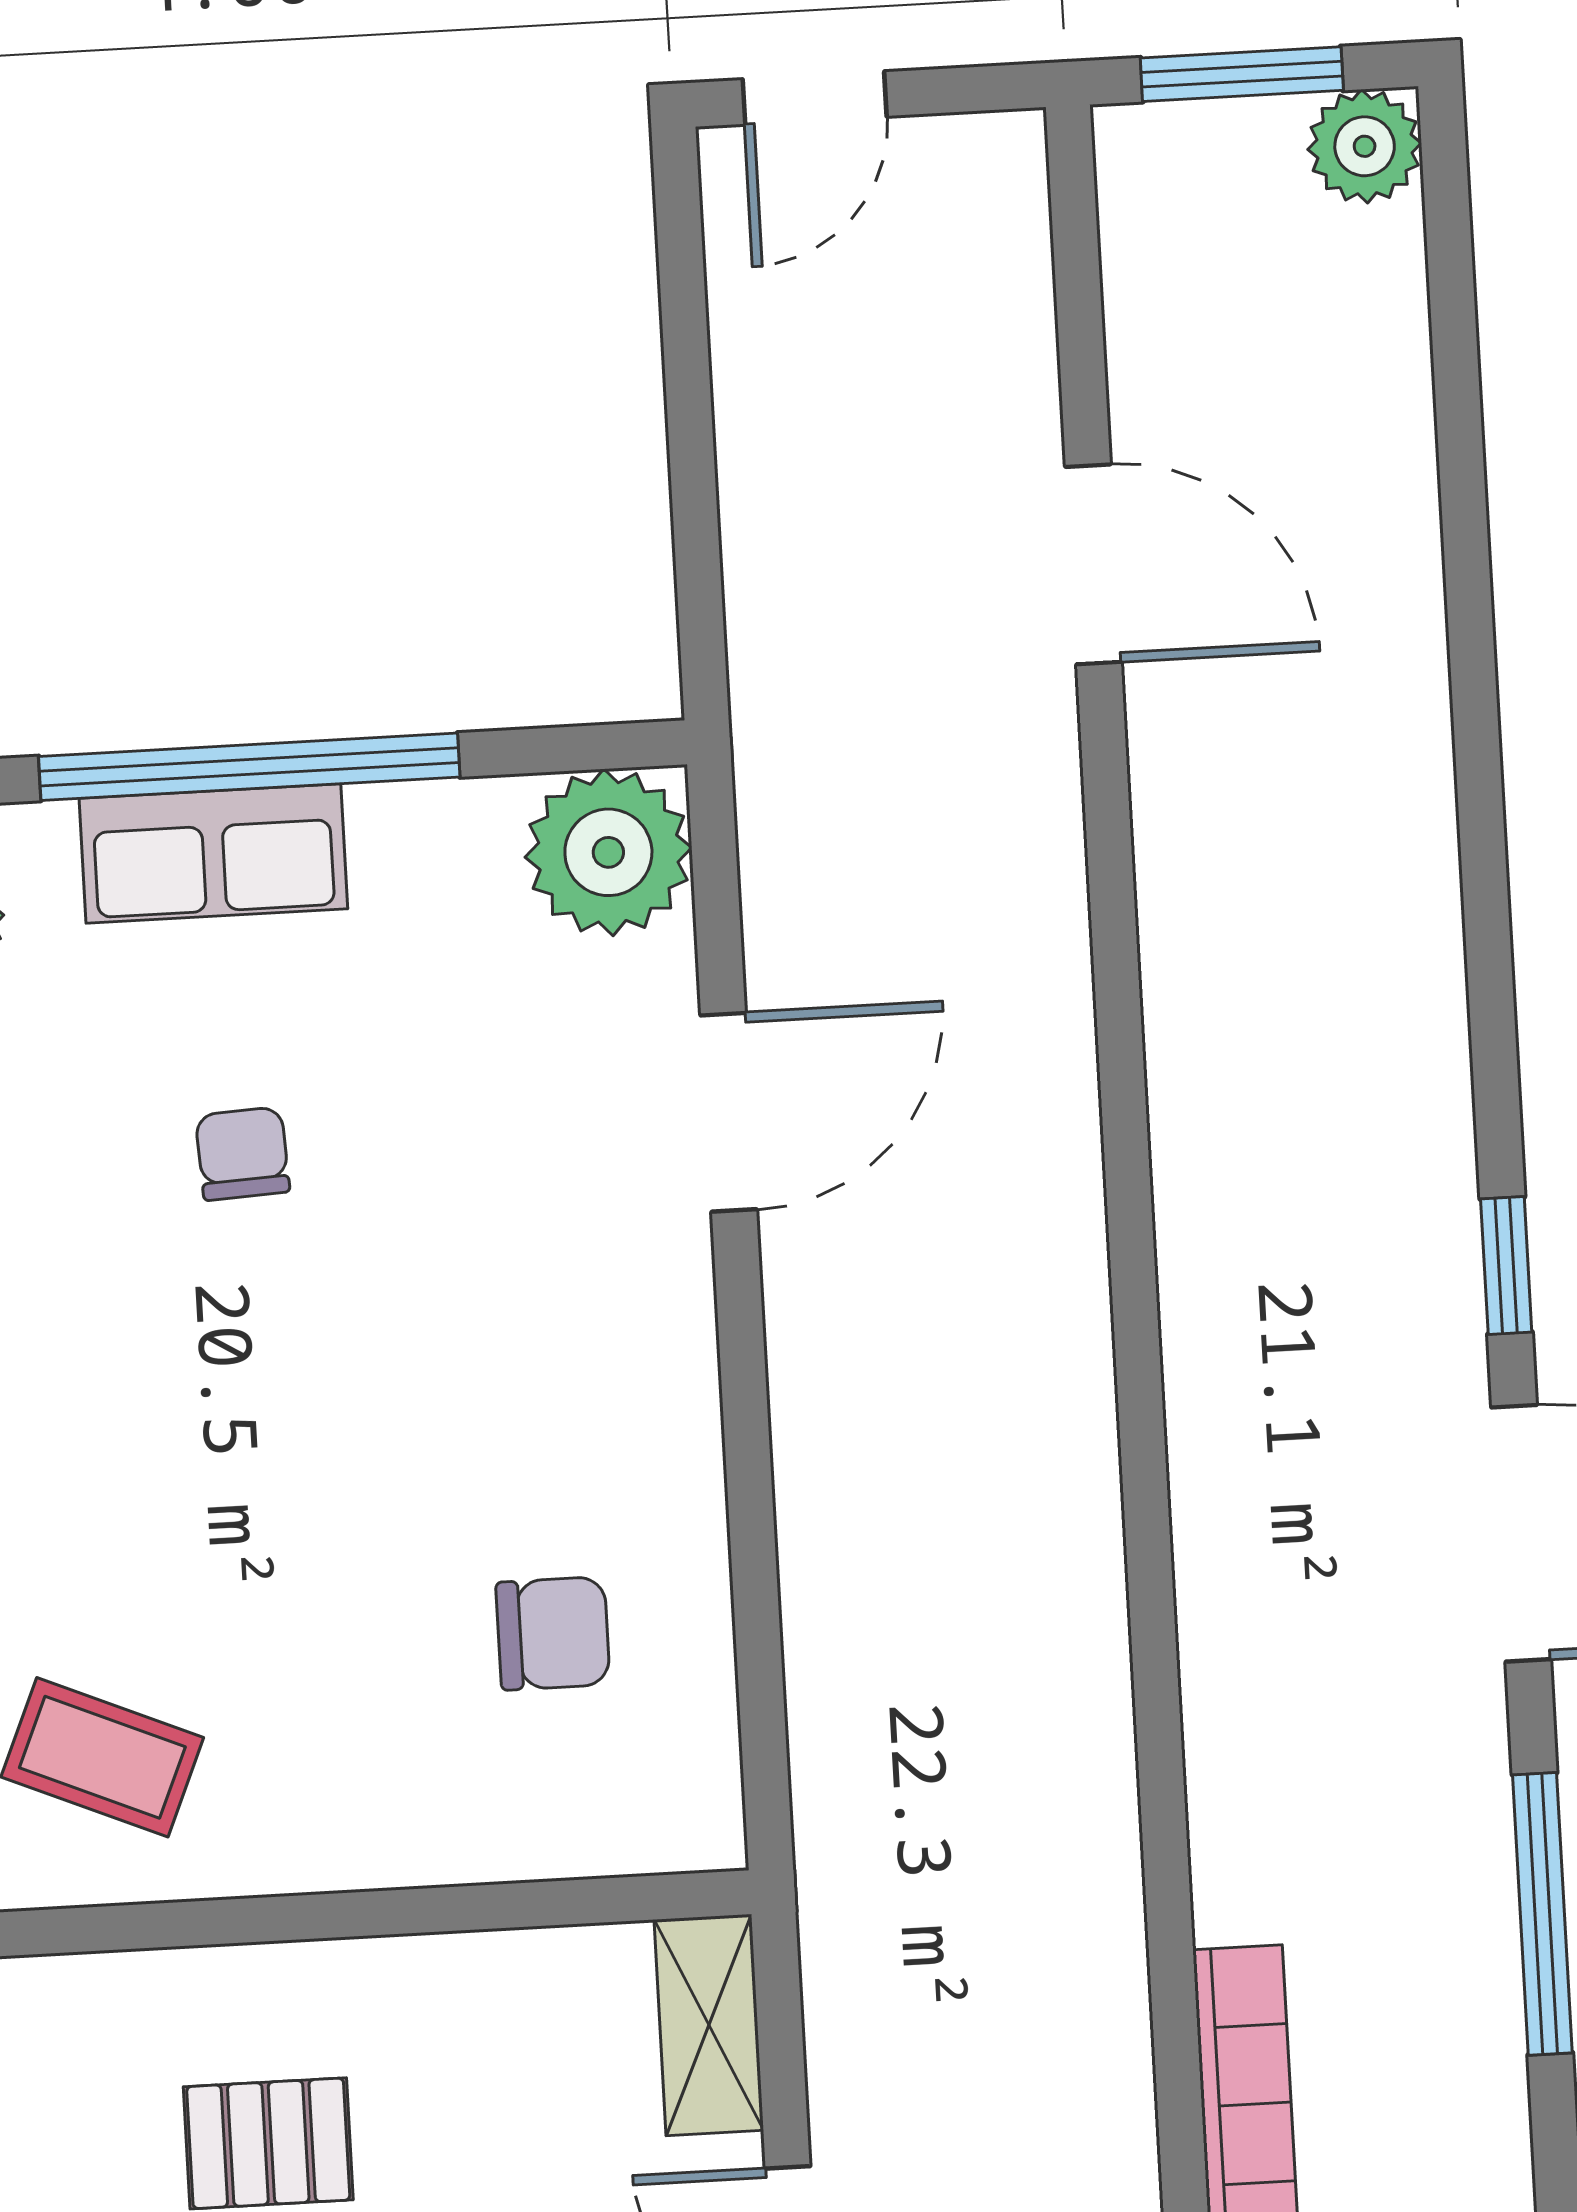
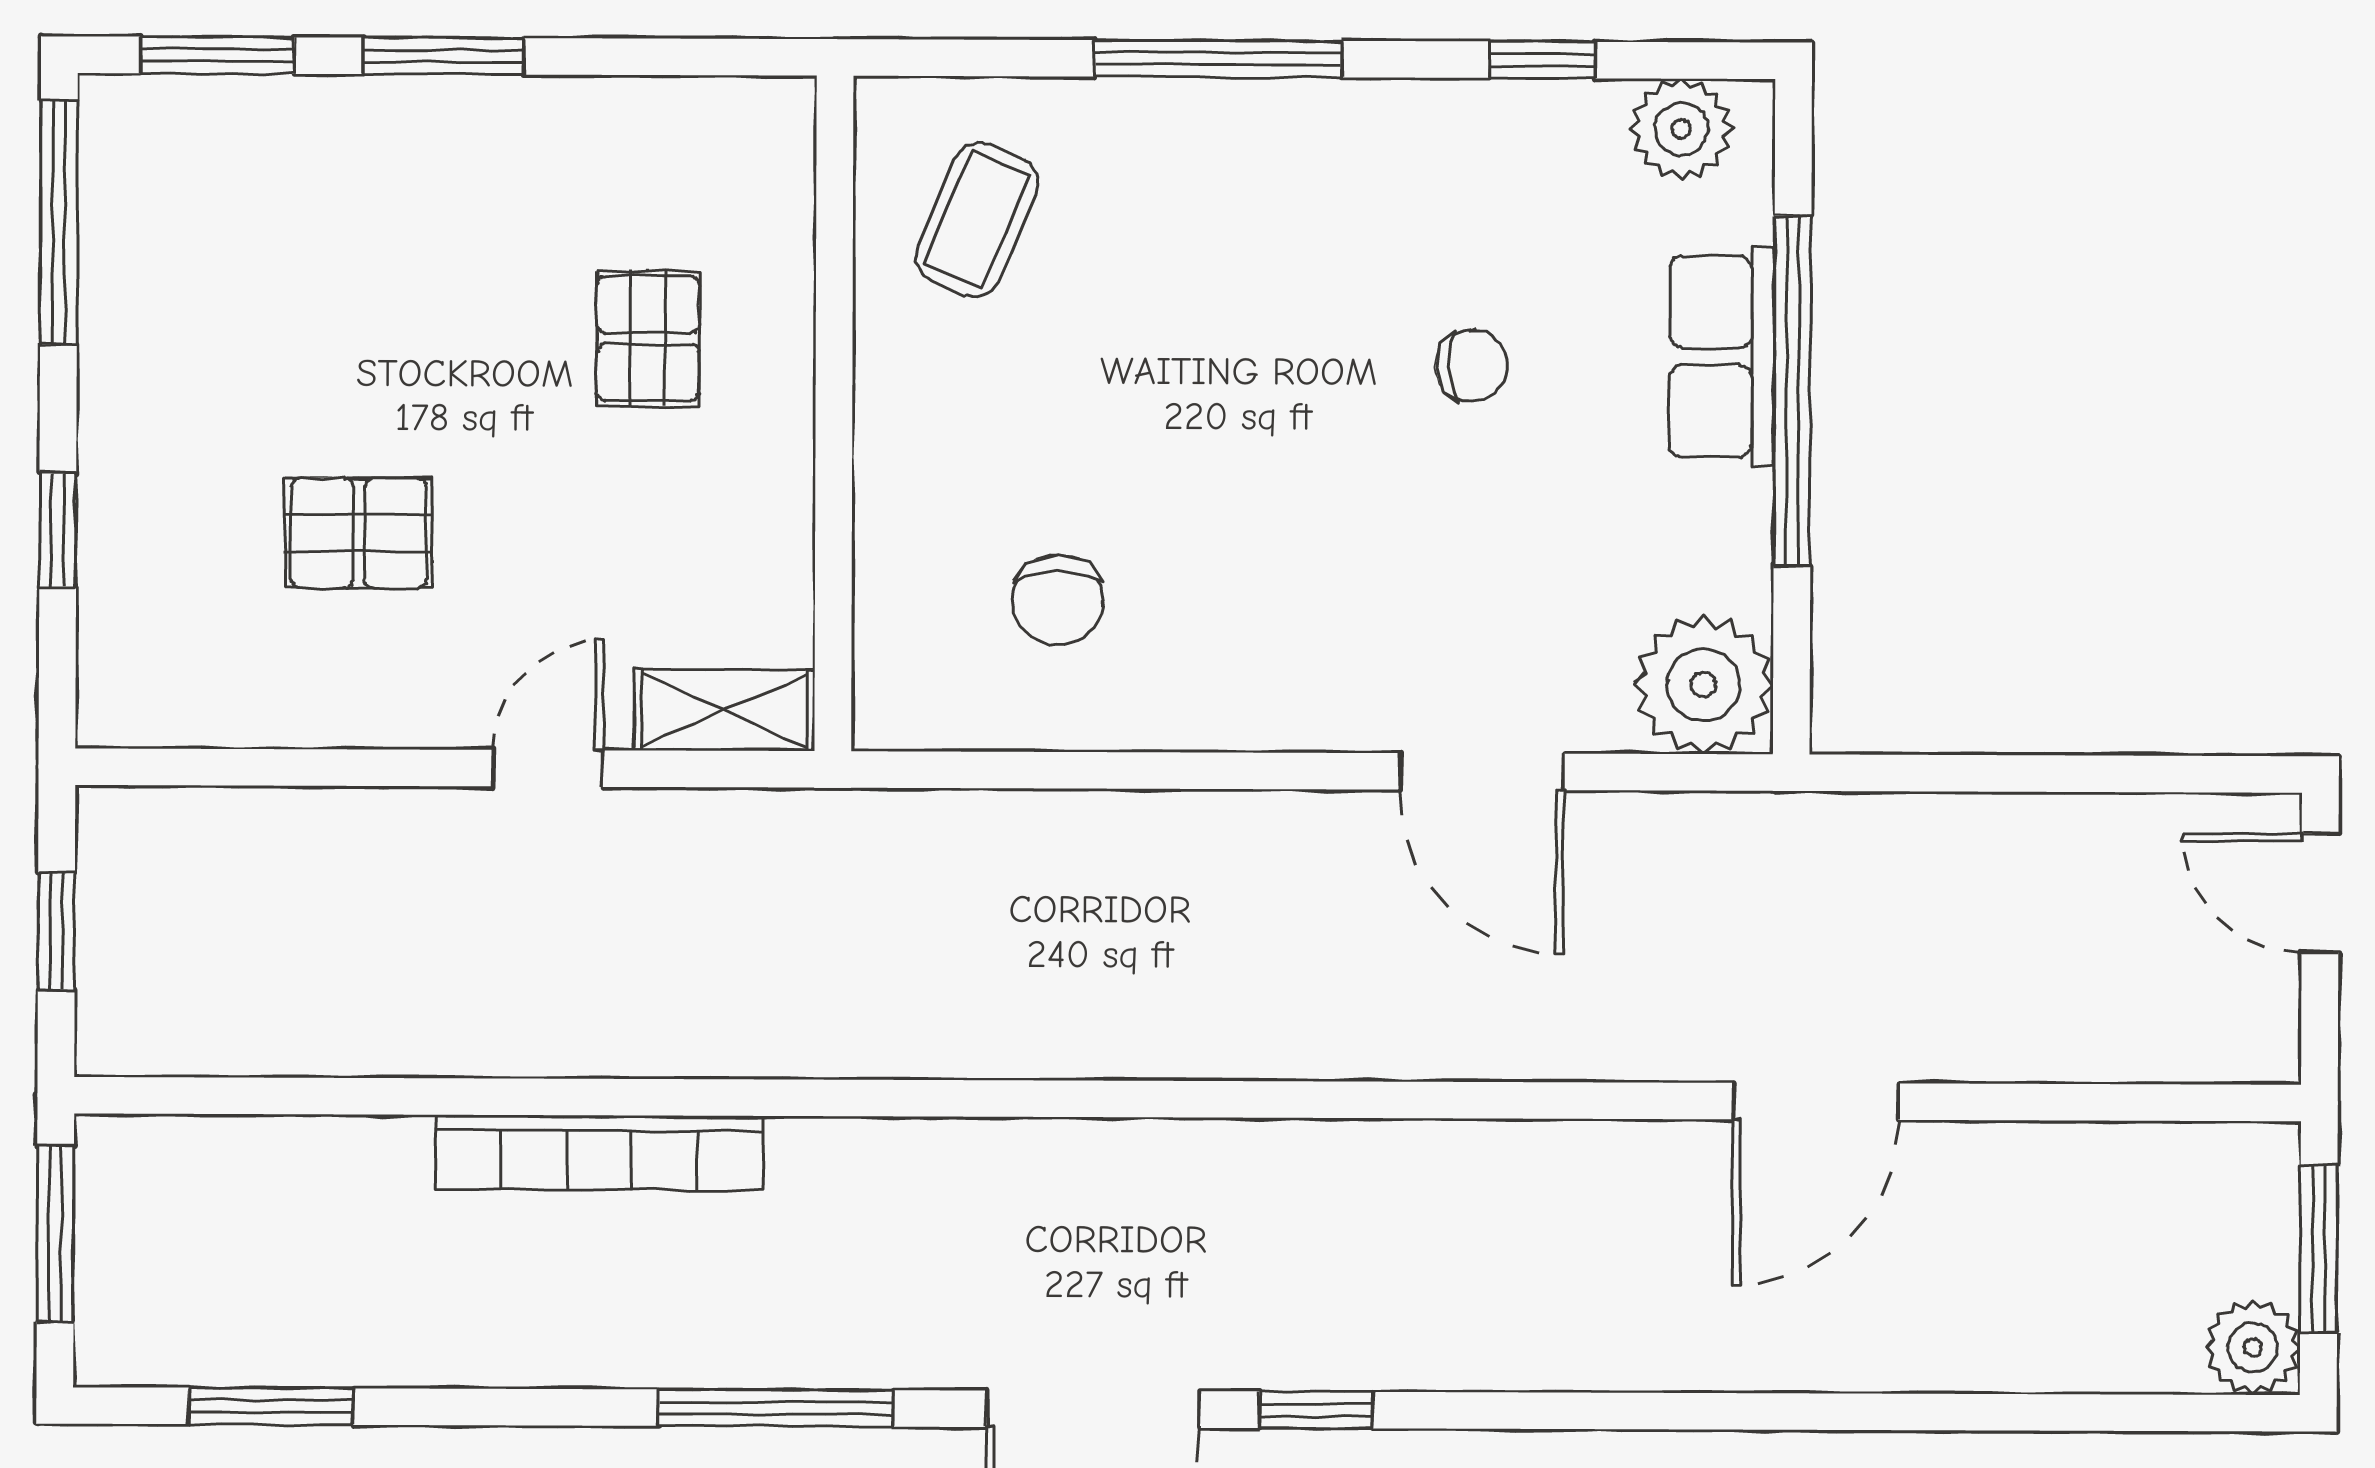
door: (1093, 564) -> (1816, 1101), moved

